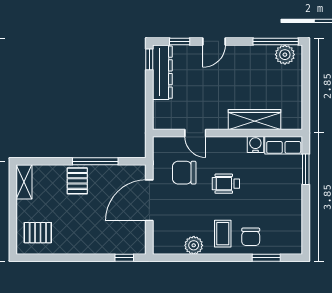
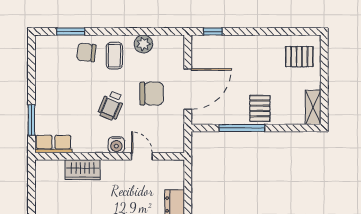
wardrobe: (255, 120) -> (83, 170), width x0.67
water cooler: (255, 144) -> (116, 145), moved
chair: (184, 173) -> (152, 94), moved
wheelchair: (226, 184) -> (111, 106), turned 113
chair: (251, 237) -> (86, 52), turned -85

